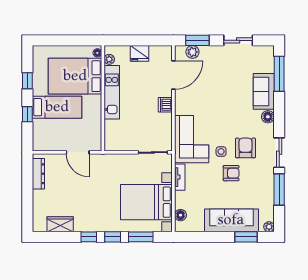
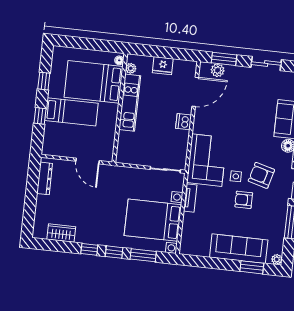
armchair: (245, 148) -> (261, 175), turned -75
armchair: (231, 173) -> (244, 200), turned 180
floor lamp: (180, 215) -> (187, 237), removed

